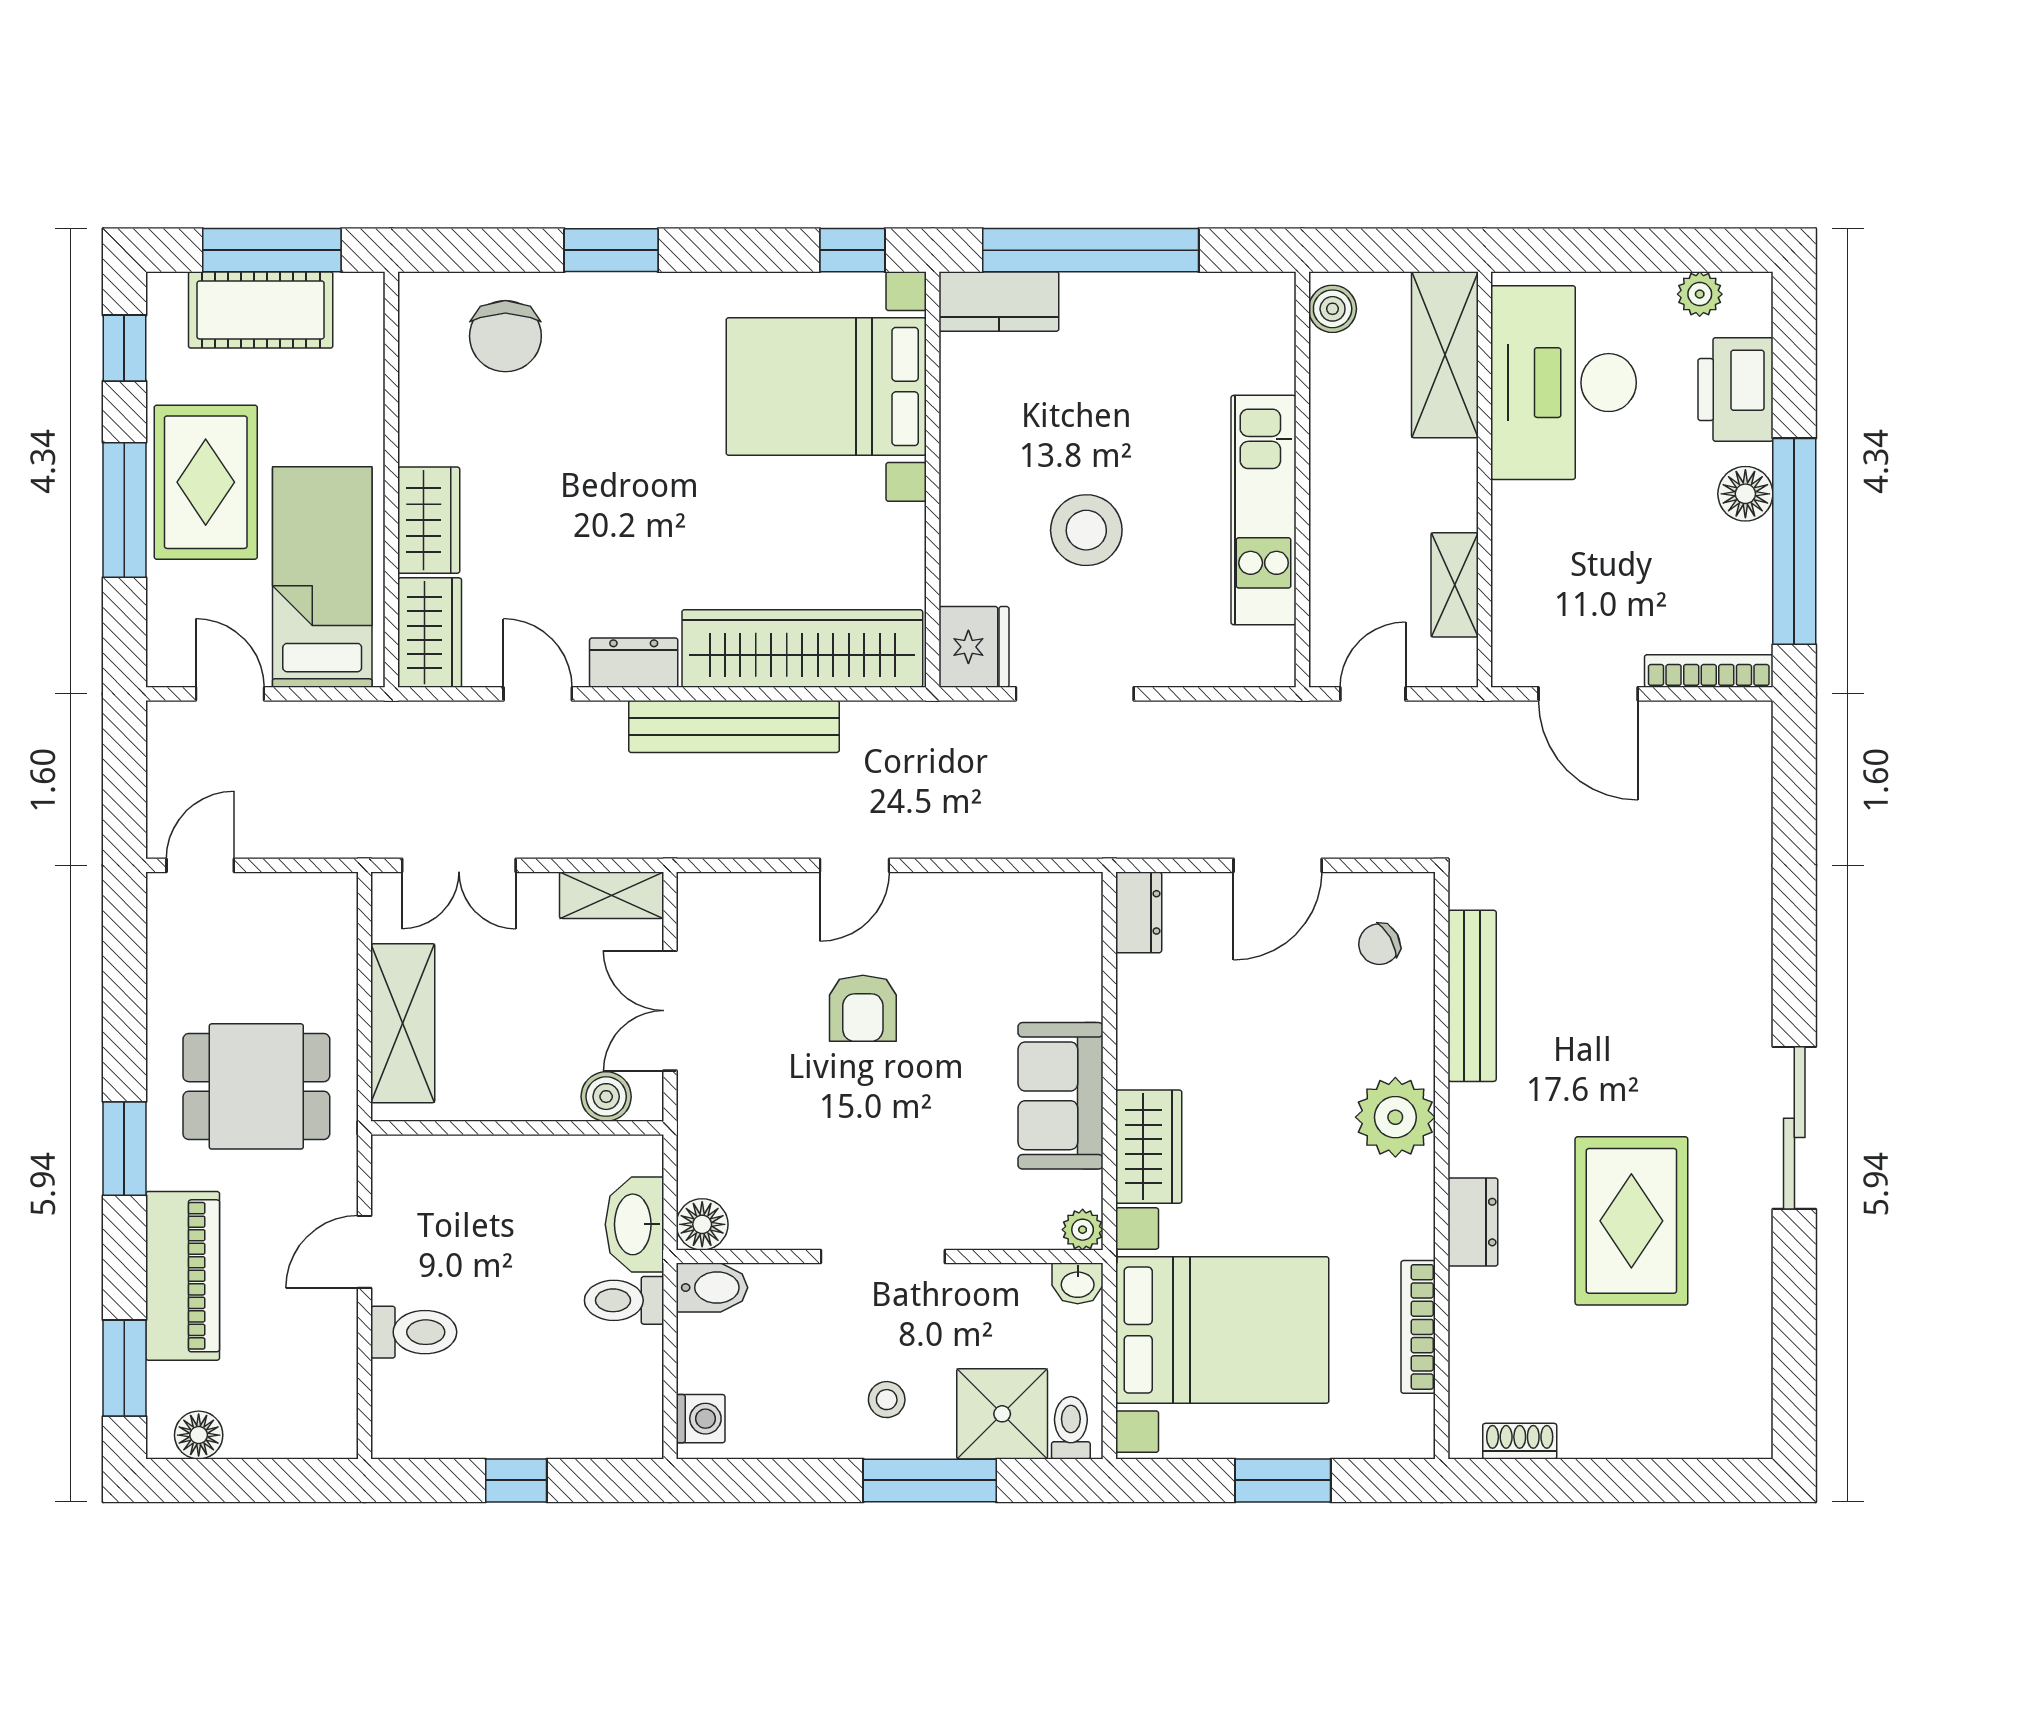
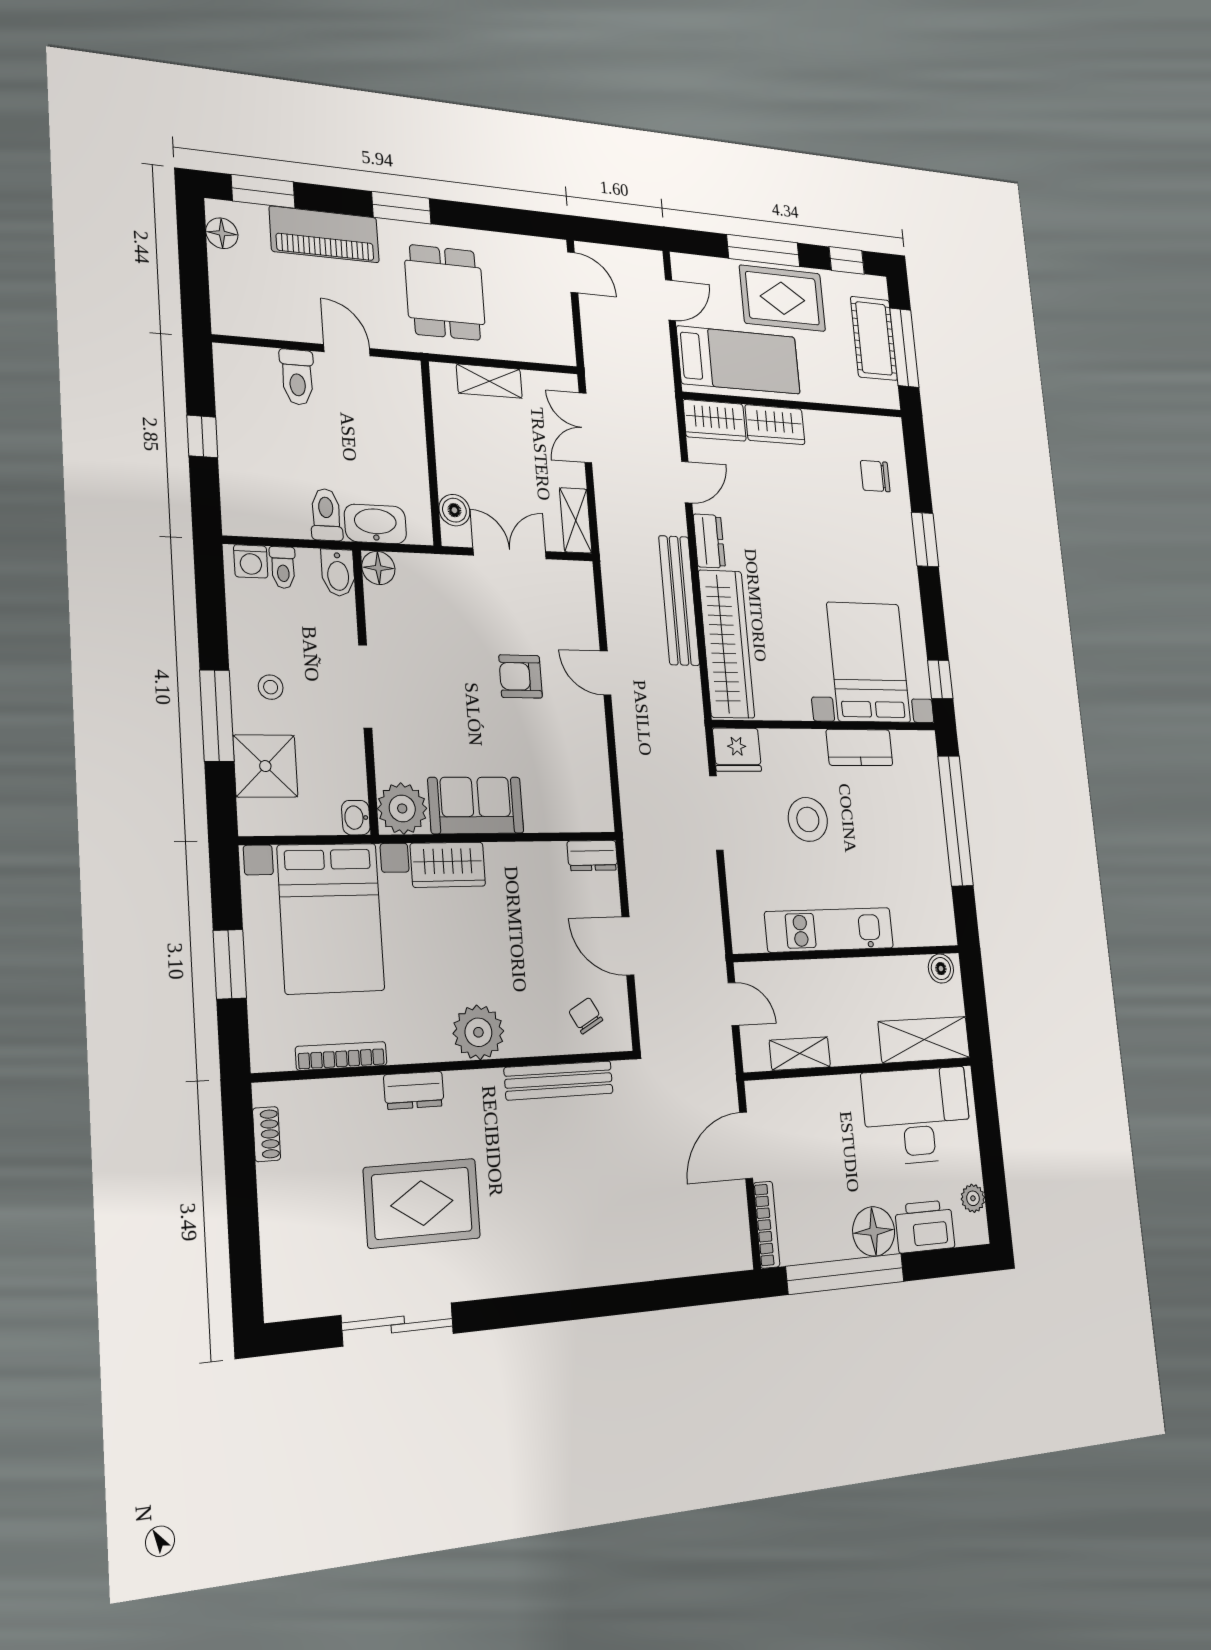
kitchen counter: (999, 301) -> (859, 748), moved, turned -90
chair: (505, 336) -> (875, 476), width x0.73, depth x0.73
floor lamp: (1745, 494) -> (874, 1231), width x1.38, depth x1.38
shelving: (403, 1023) -> (489, 381), width x0.67, depth x0.75
sliding door: (1794, 1128) -> (398, 1324), moved
plant: (1083, 1230) -> (402, 808), width x1.87, depth x1.87
toilet: (1071, 1428) -> (283, 567), moved, turned 90

